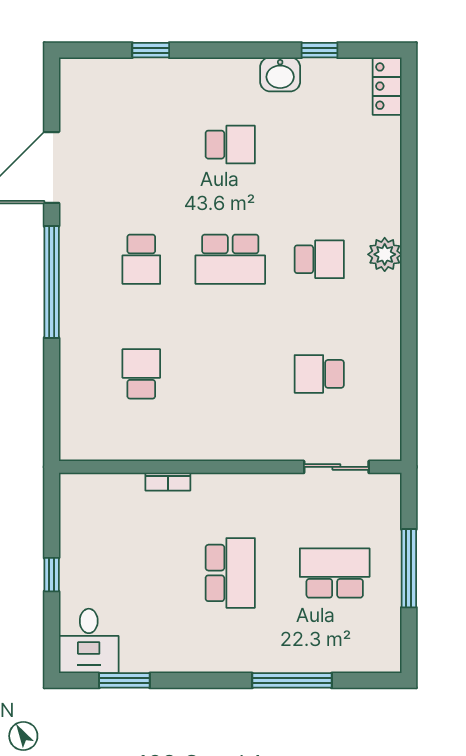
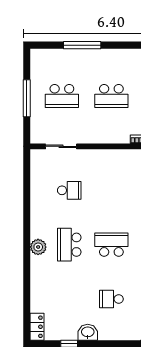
school desk: (319, 259) -> (69, 245), width x1.85
school desk: (230, 573) -> (111, 96), turned -90

